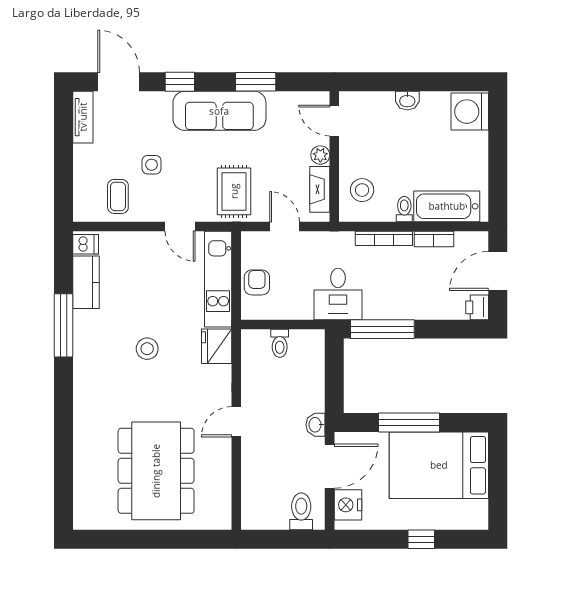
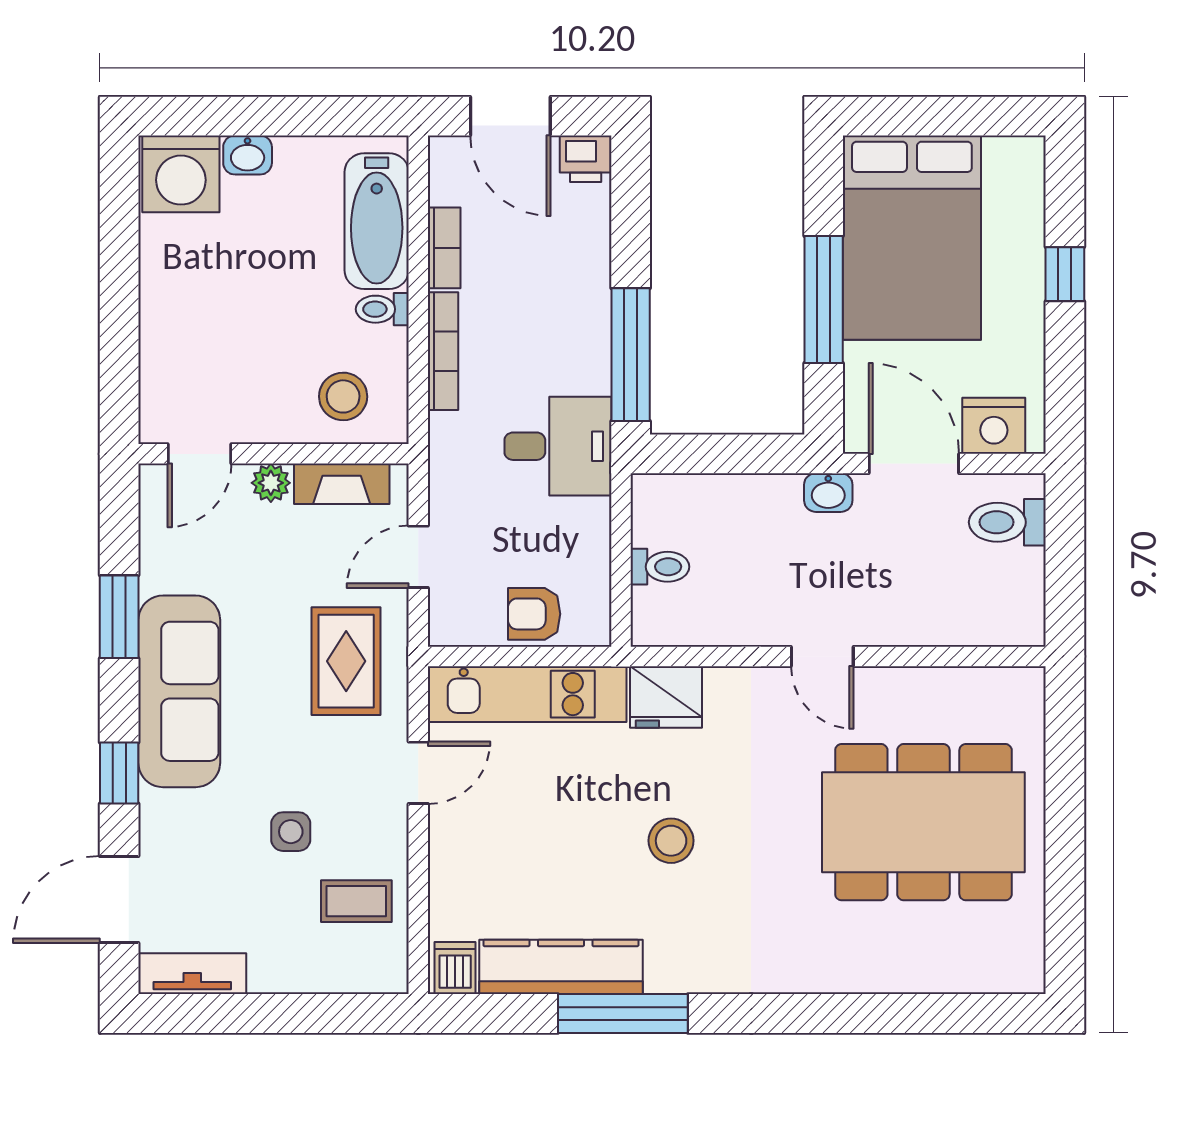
washbasin: (407, 101) -> (248, 155), moved, turned 90
rug: (234, 191) -> (346, 661), turned 90
kitchen counter: (86, 282) -> (561, 967), width x1.50

